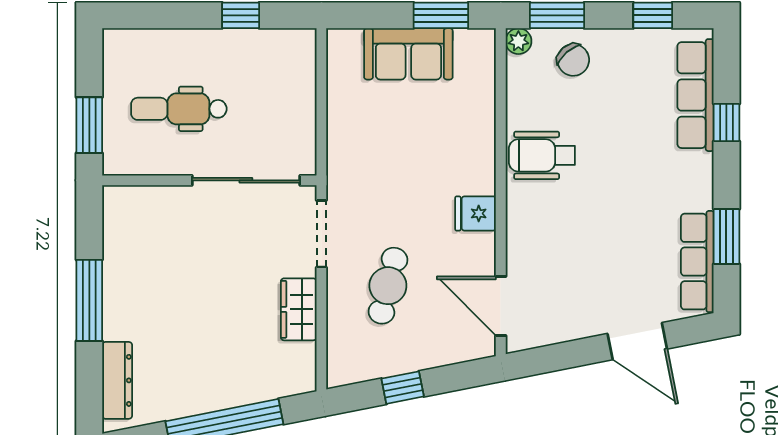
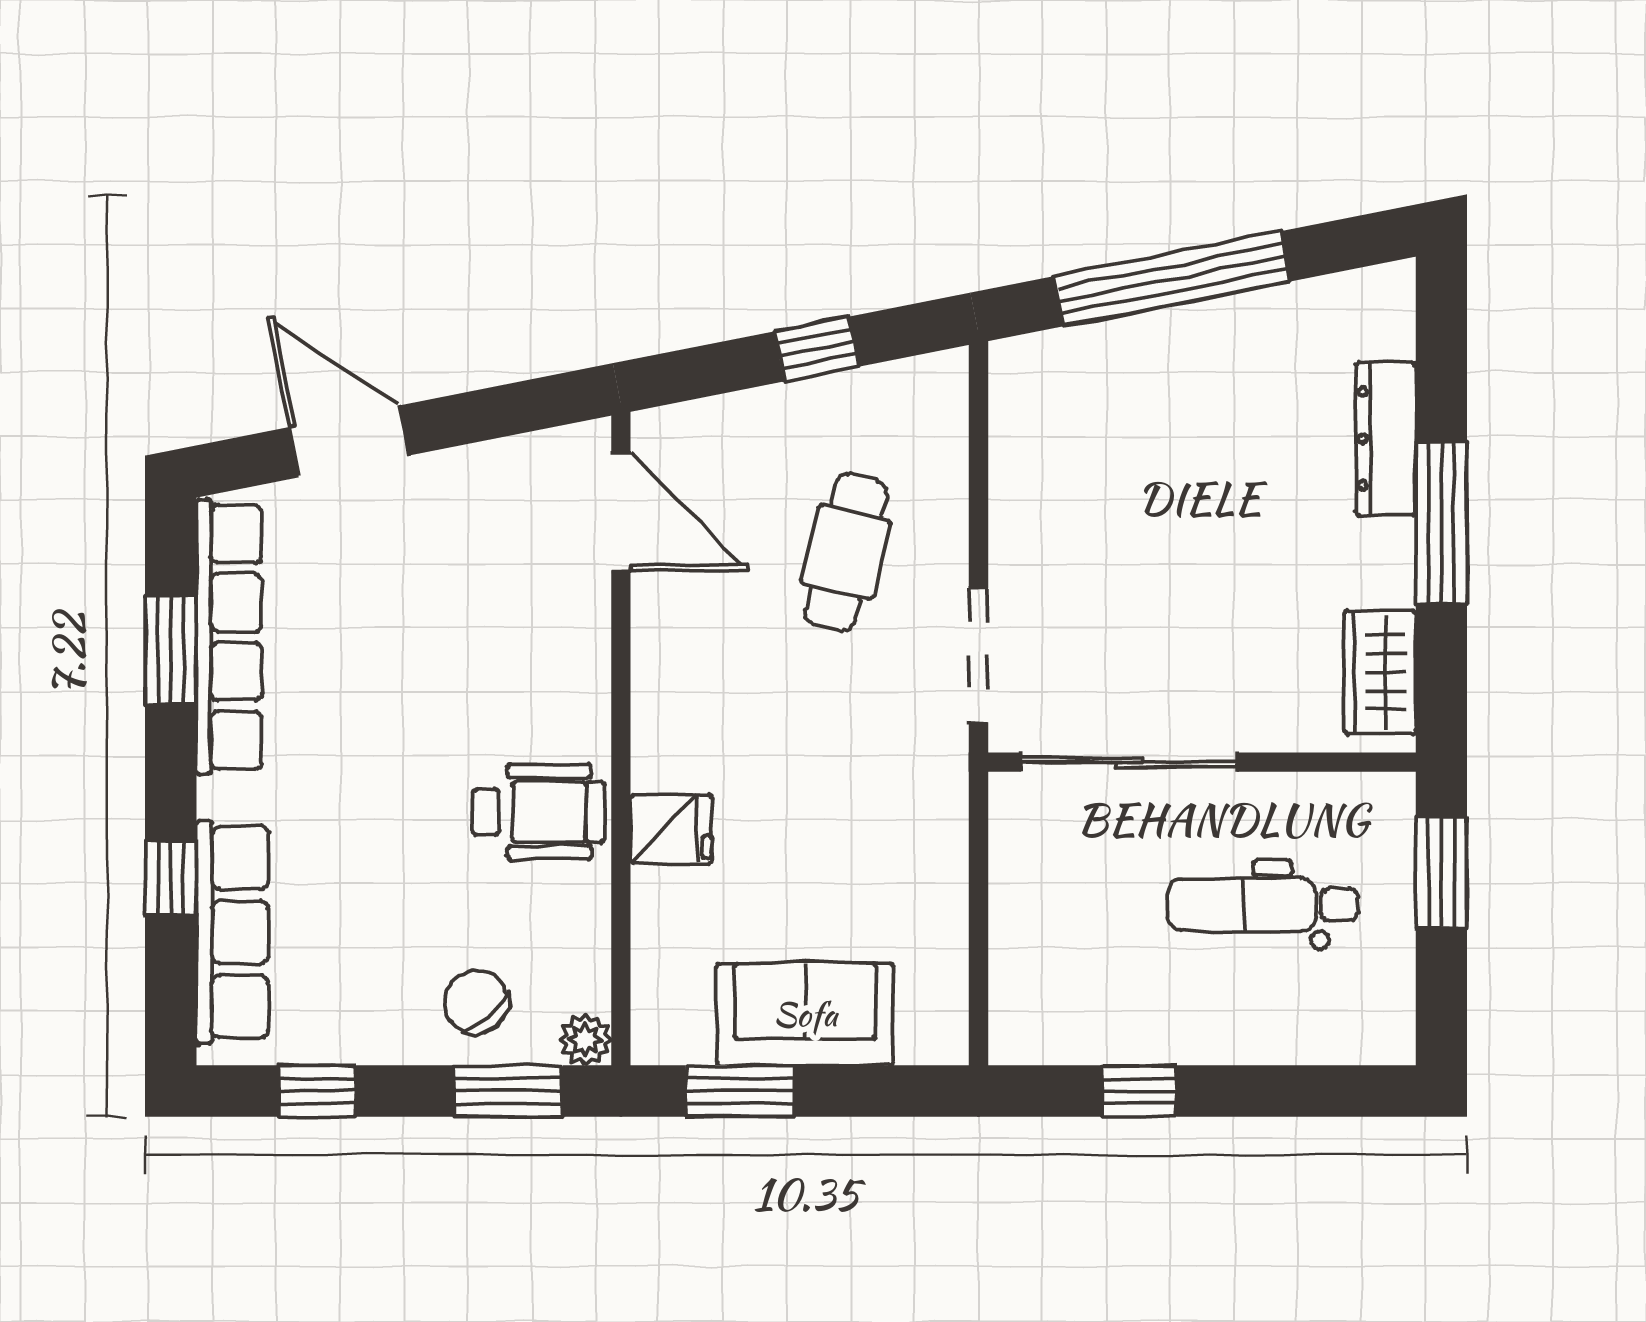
dental chair: (179, 109) -> (1263, 905), turned 180
fridge: (475, 213) -> (671, 829), moved
row of seats: (697, 262) -> (229, 637), width x1.36
wardrobe: (299, 309) -> (1380, 672), moved, turned 180
dresser: (117, 380) -> (1386, 439), moved

